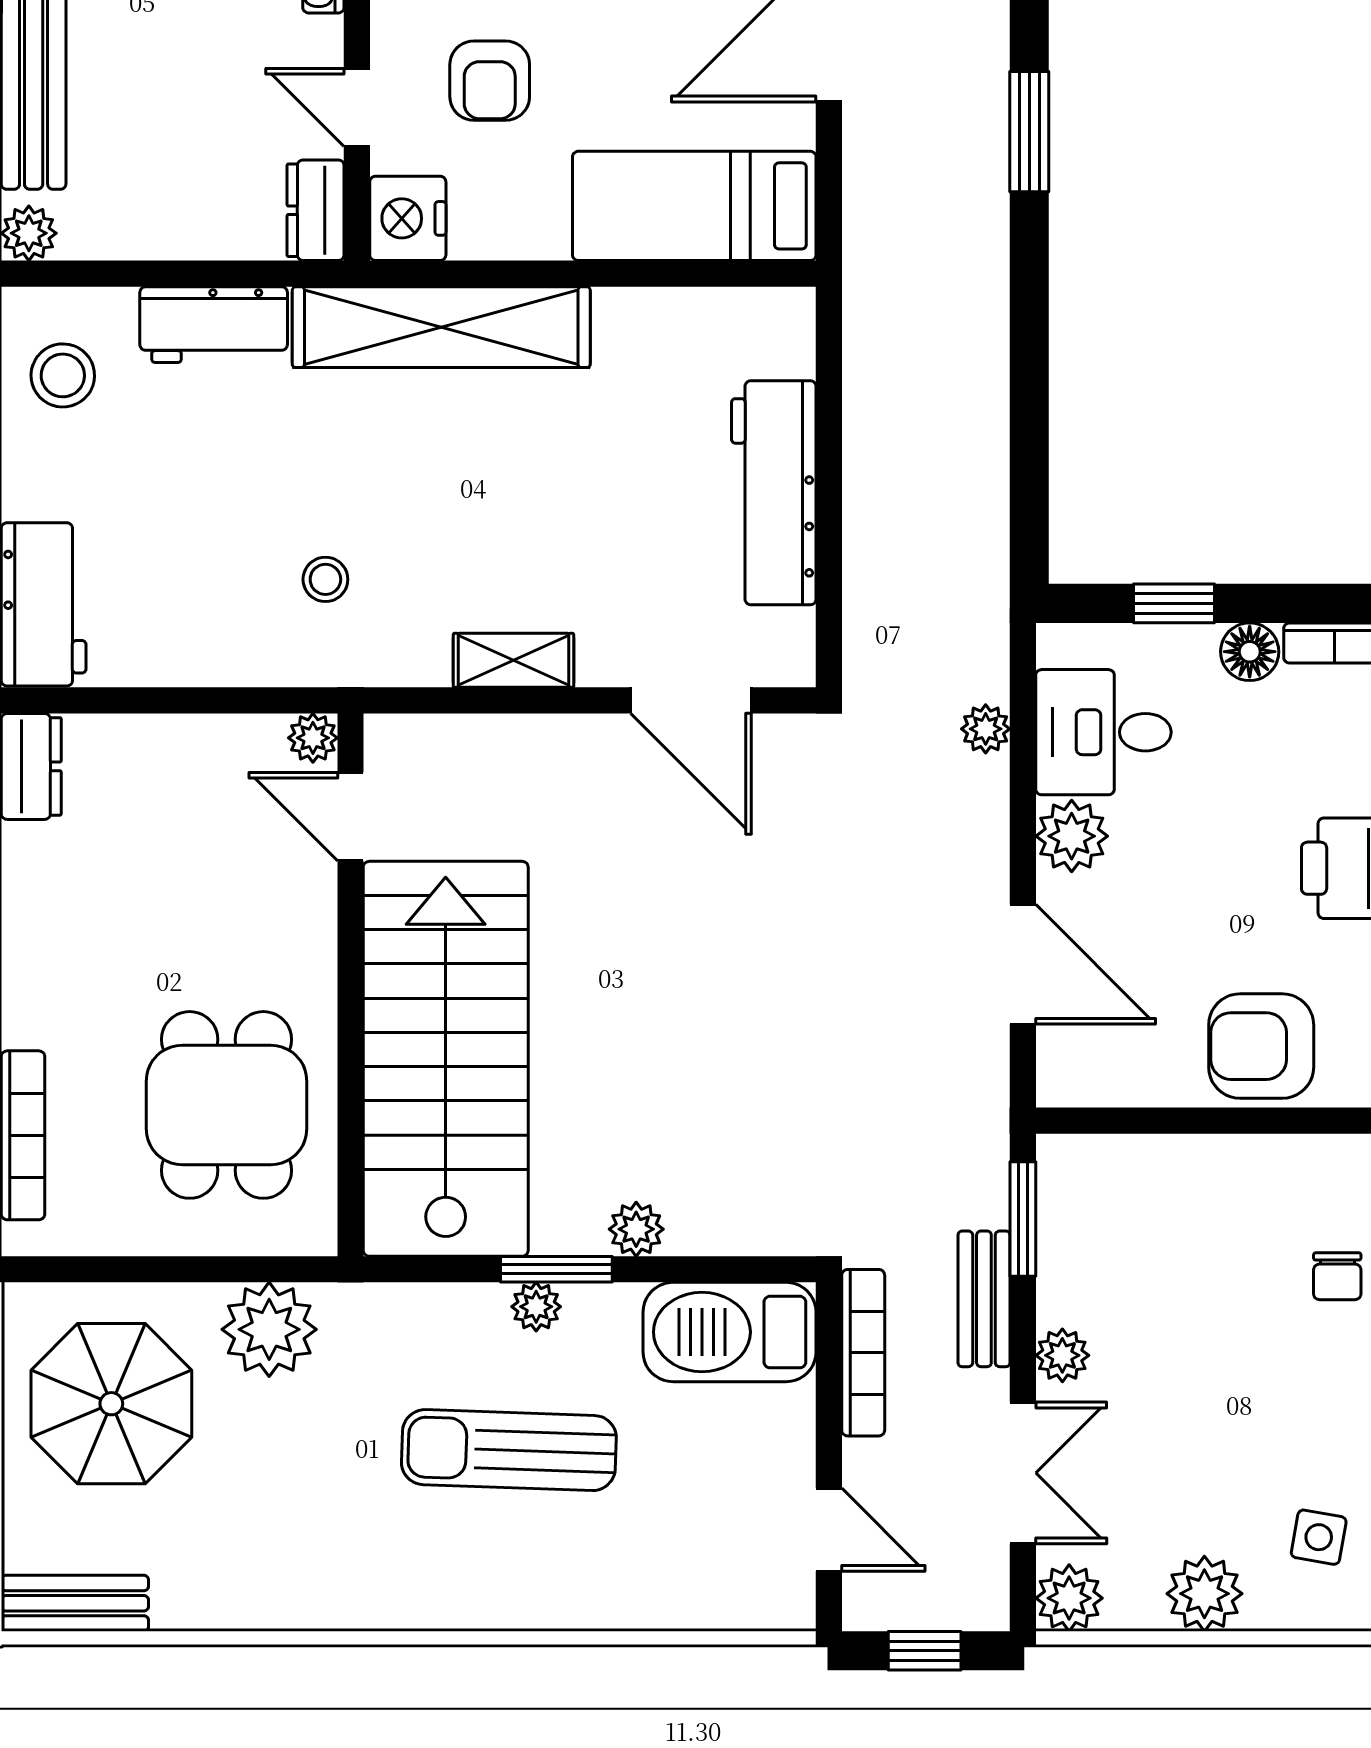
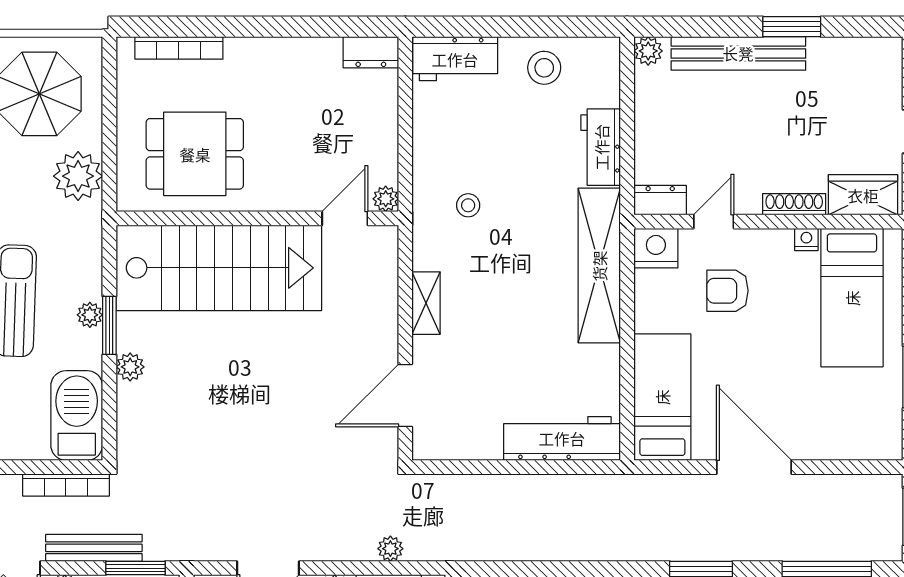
stool: (63, 375) -> (544, 68), moved
workbench: (774, 493) -> (562, 438), moved
bench: (984, 1299) -> (94, 548), width x1.36

